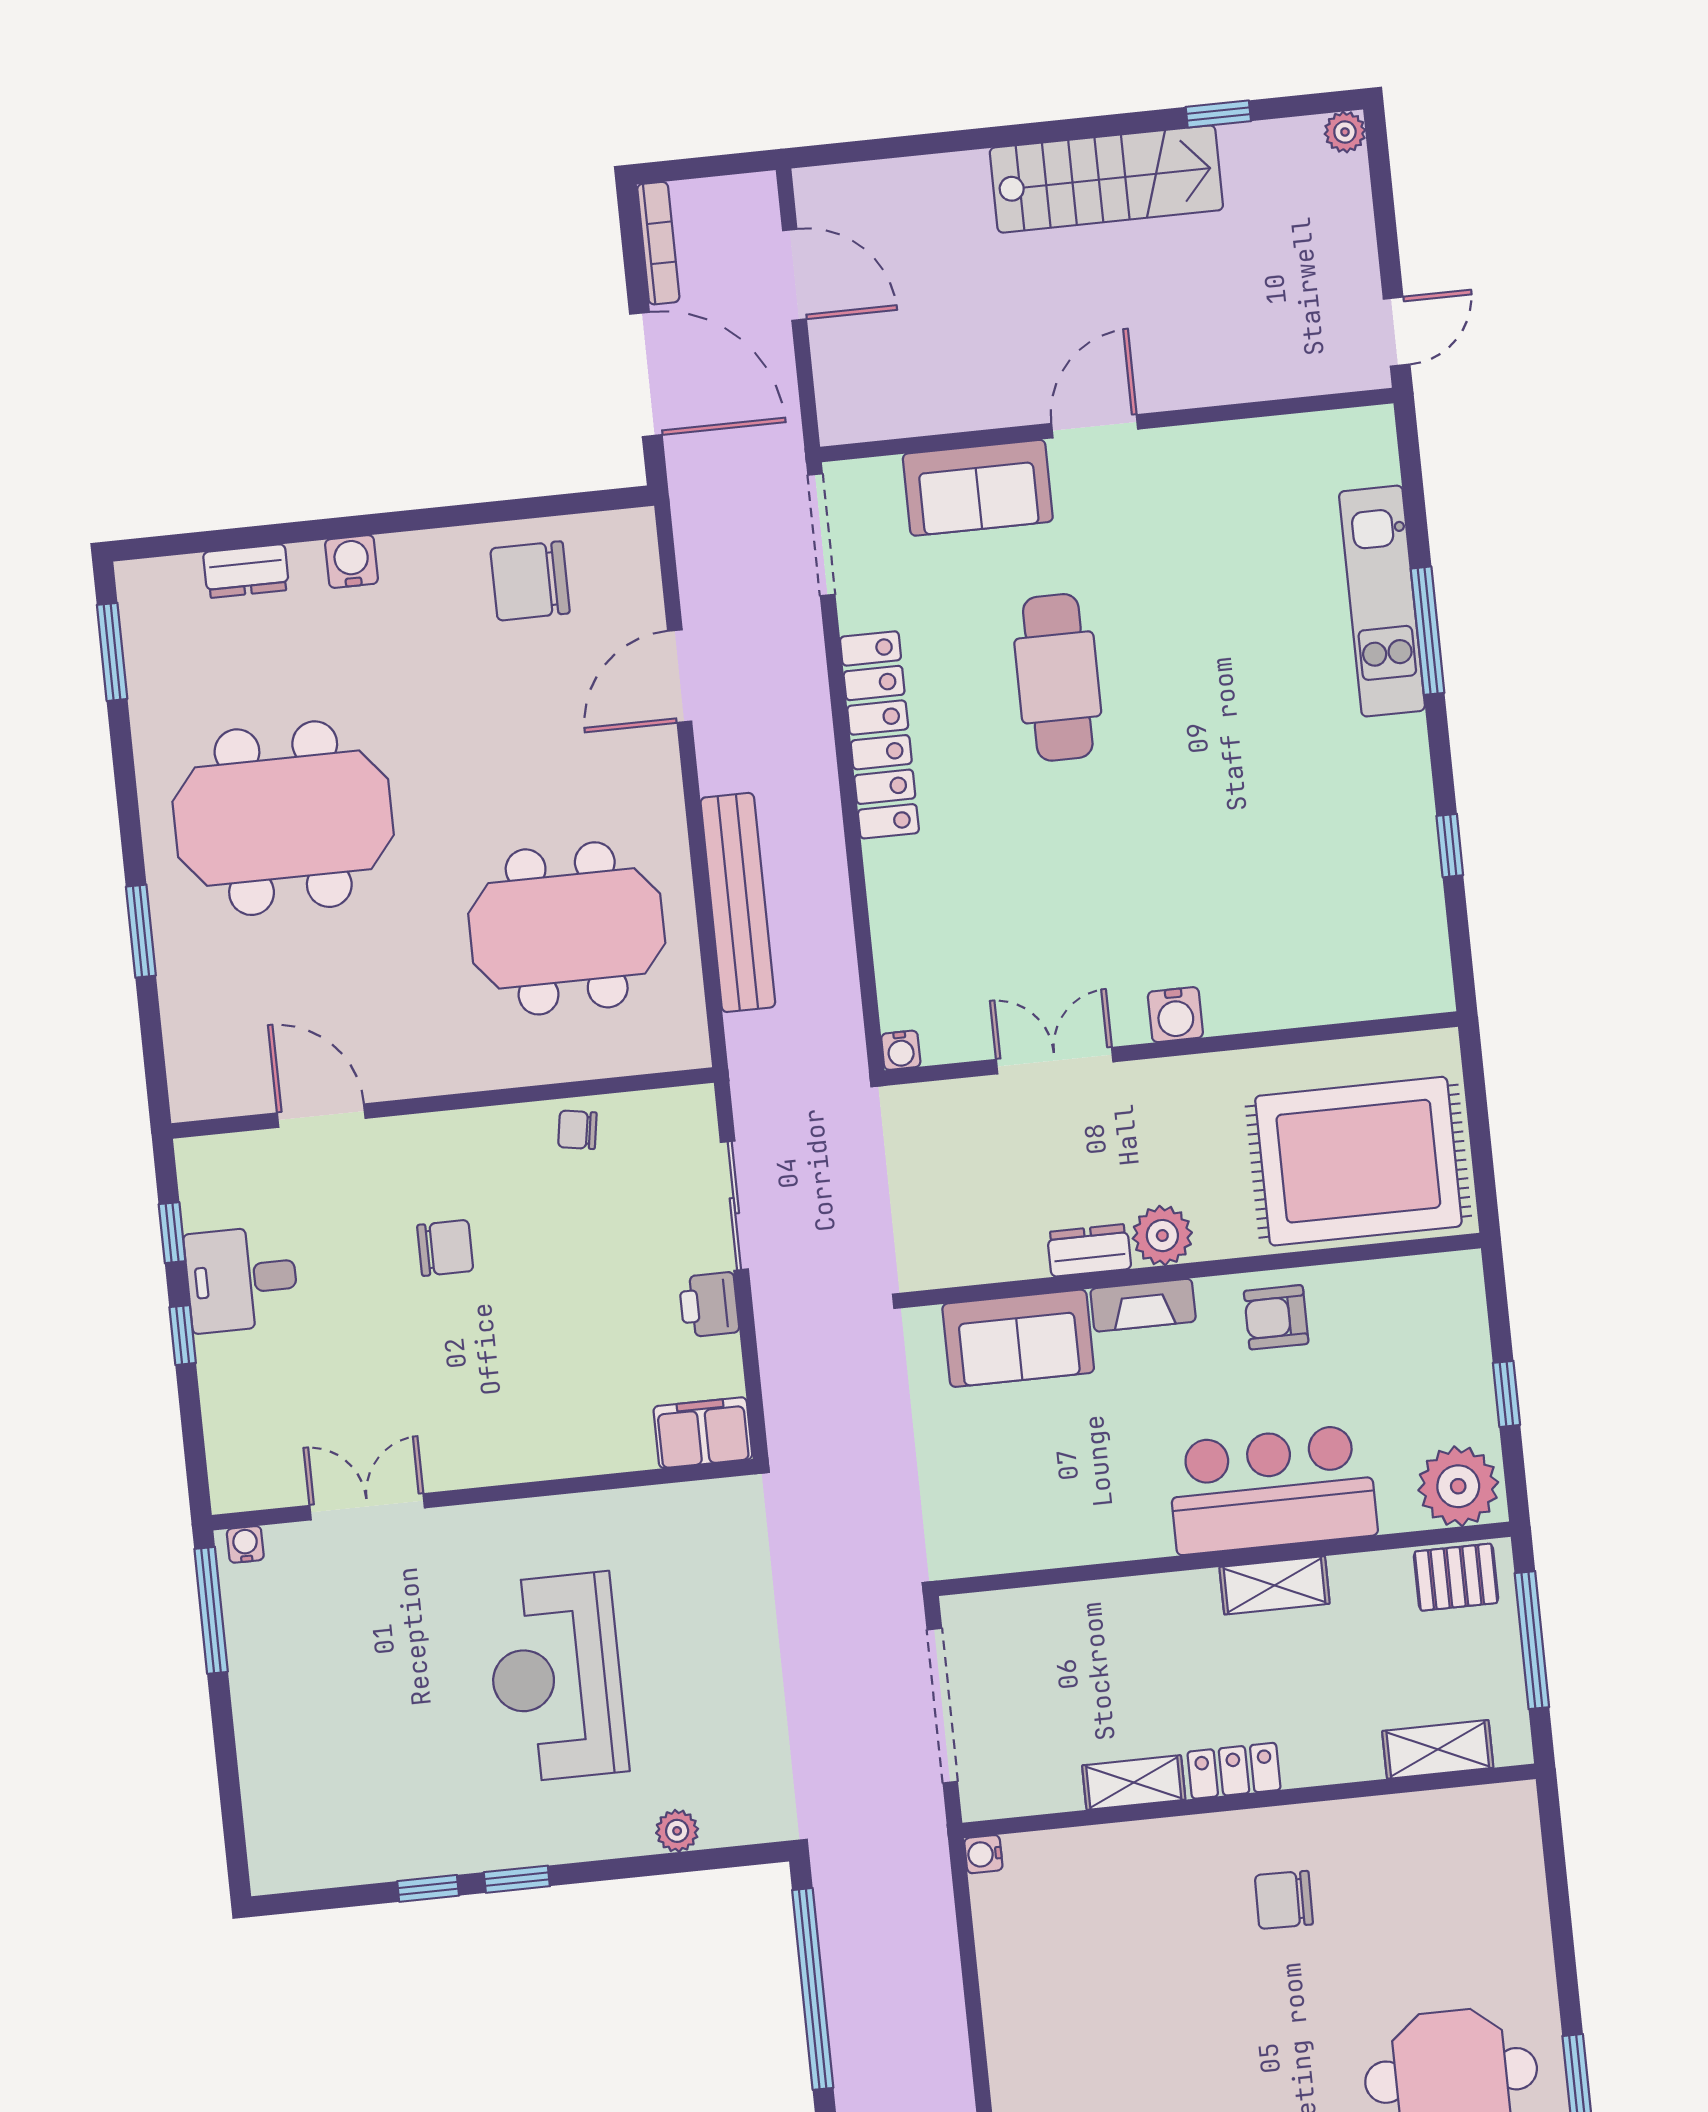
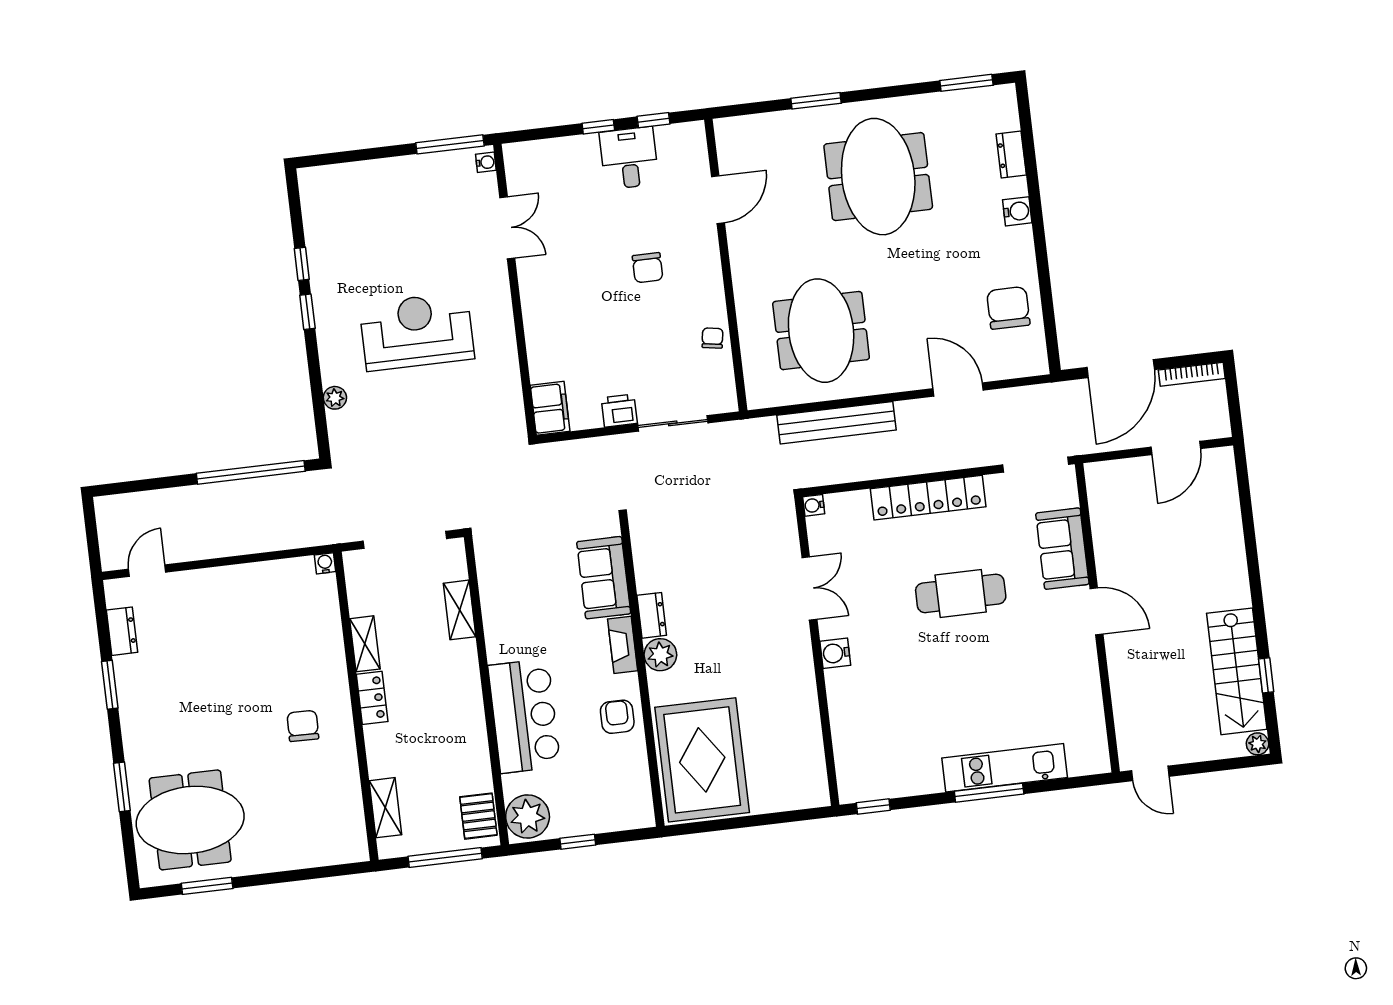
stairs: (1106, 179) -> (1237, 671), moved
water cooler: (1175, 1015) -> (835, 653), moved
wall: (1171, 1049) -> (817, 651), moved
water cooler: (901, 1050) -> (814, 505), moved
double door: (1055, 1061) -> (809, 588), moved
shelving: (1275, 1585) -> (460, 610), moved

